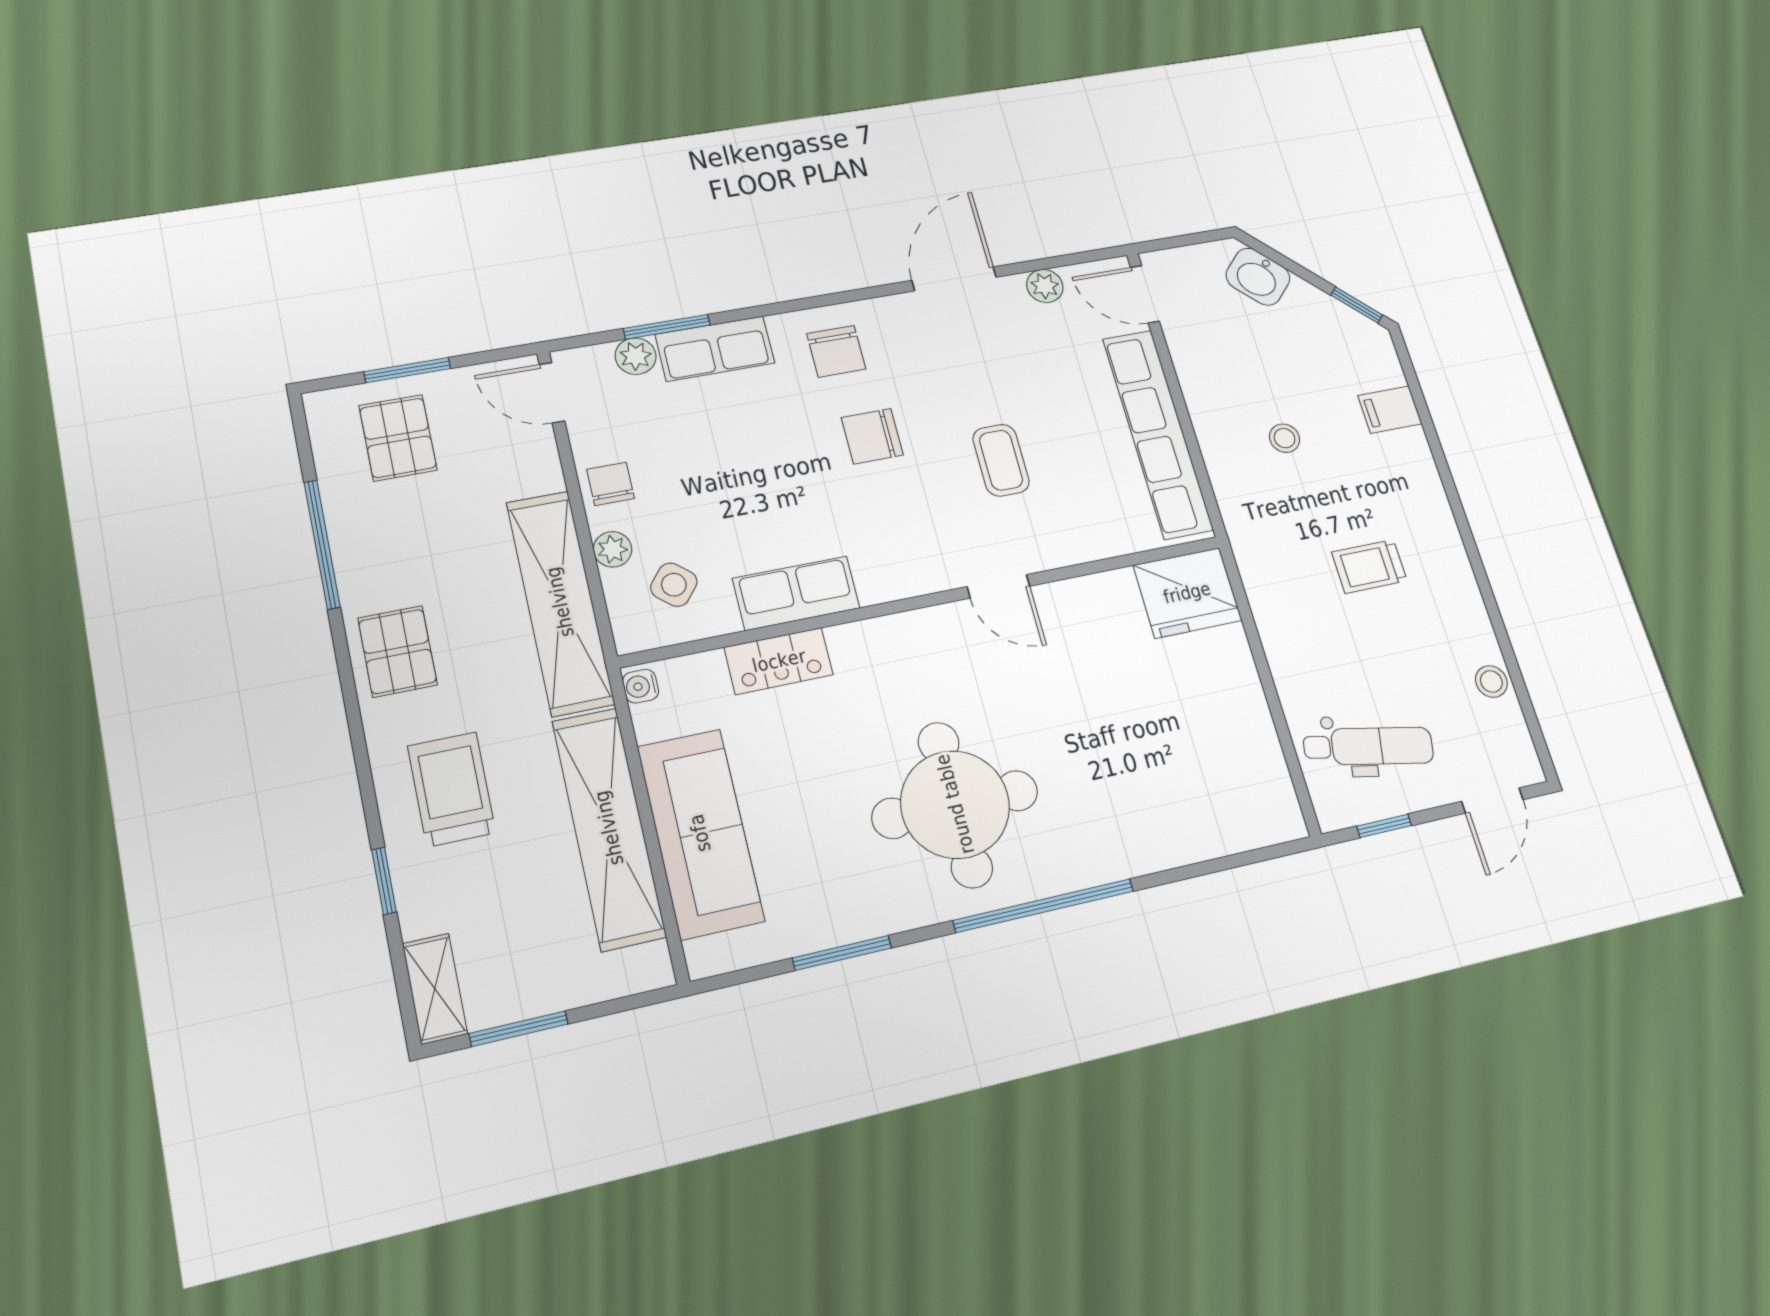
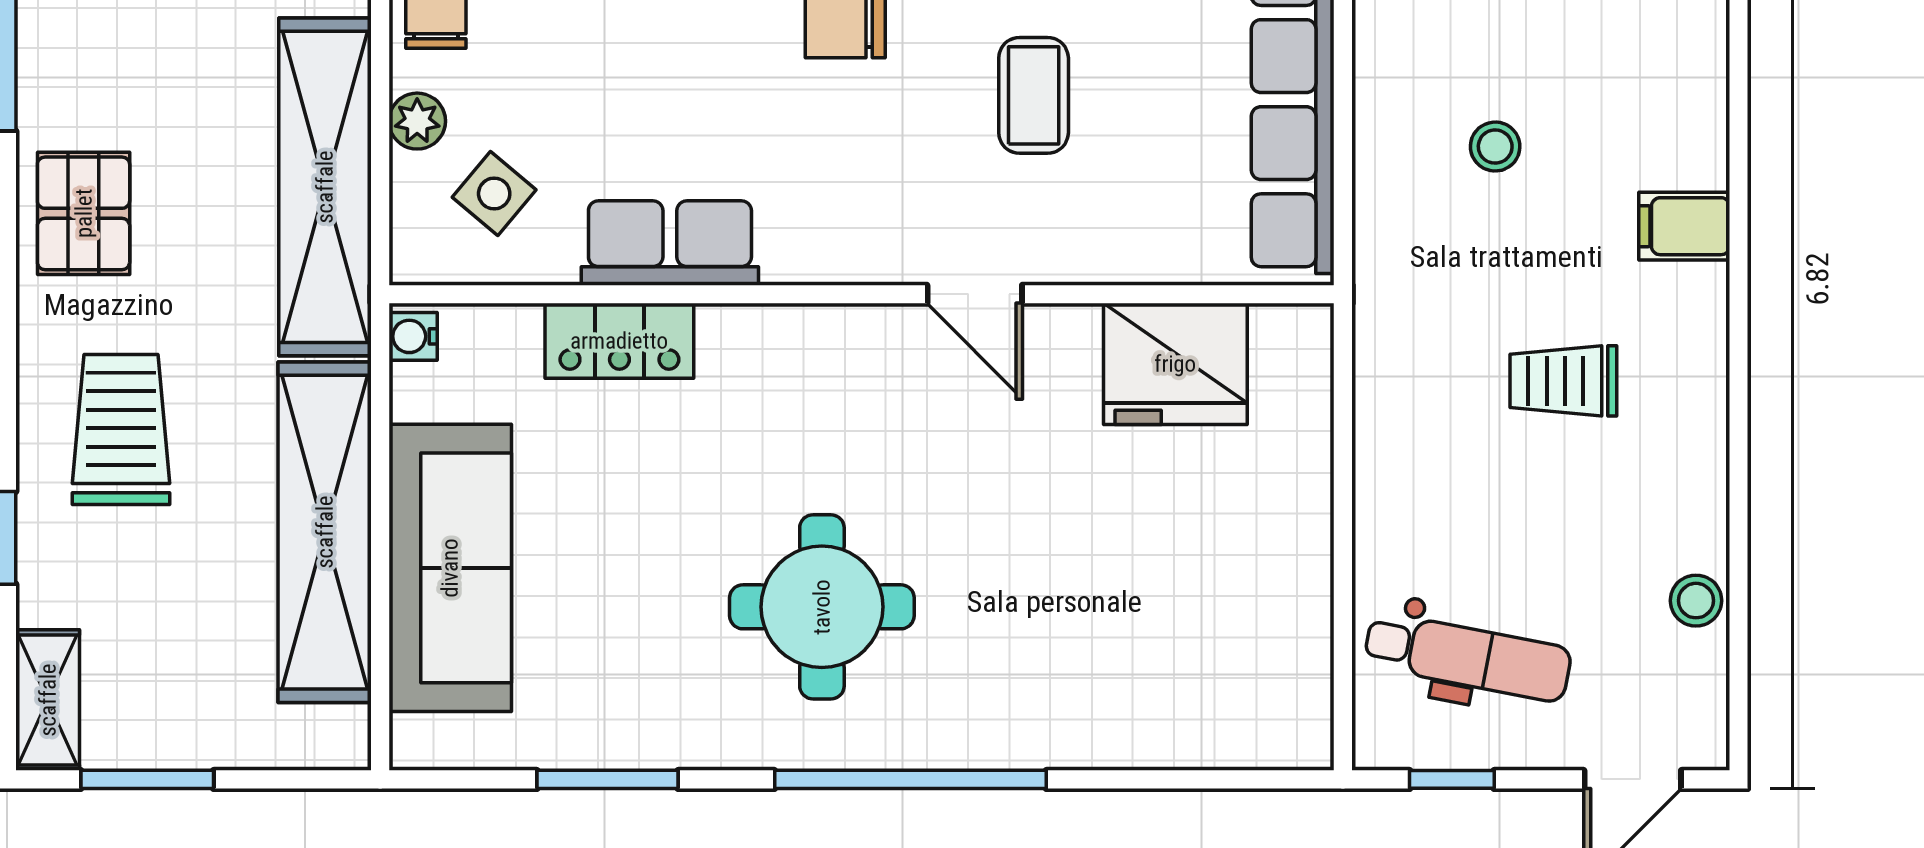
filing cabinet: (1390, 410) -> (1684, 226), moved
fridge: (1187, 593) -> (1175, 364), moved
round table: (955, 804) -> (822, 607), width x0.73, depth x0.73

